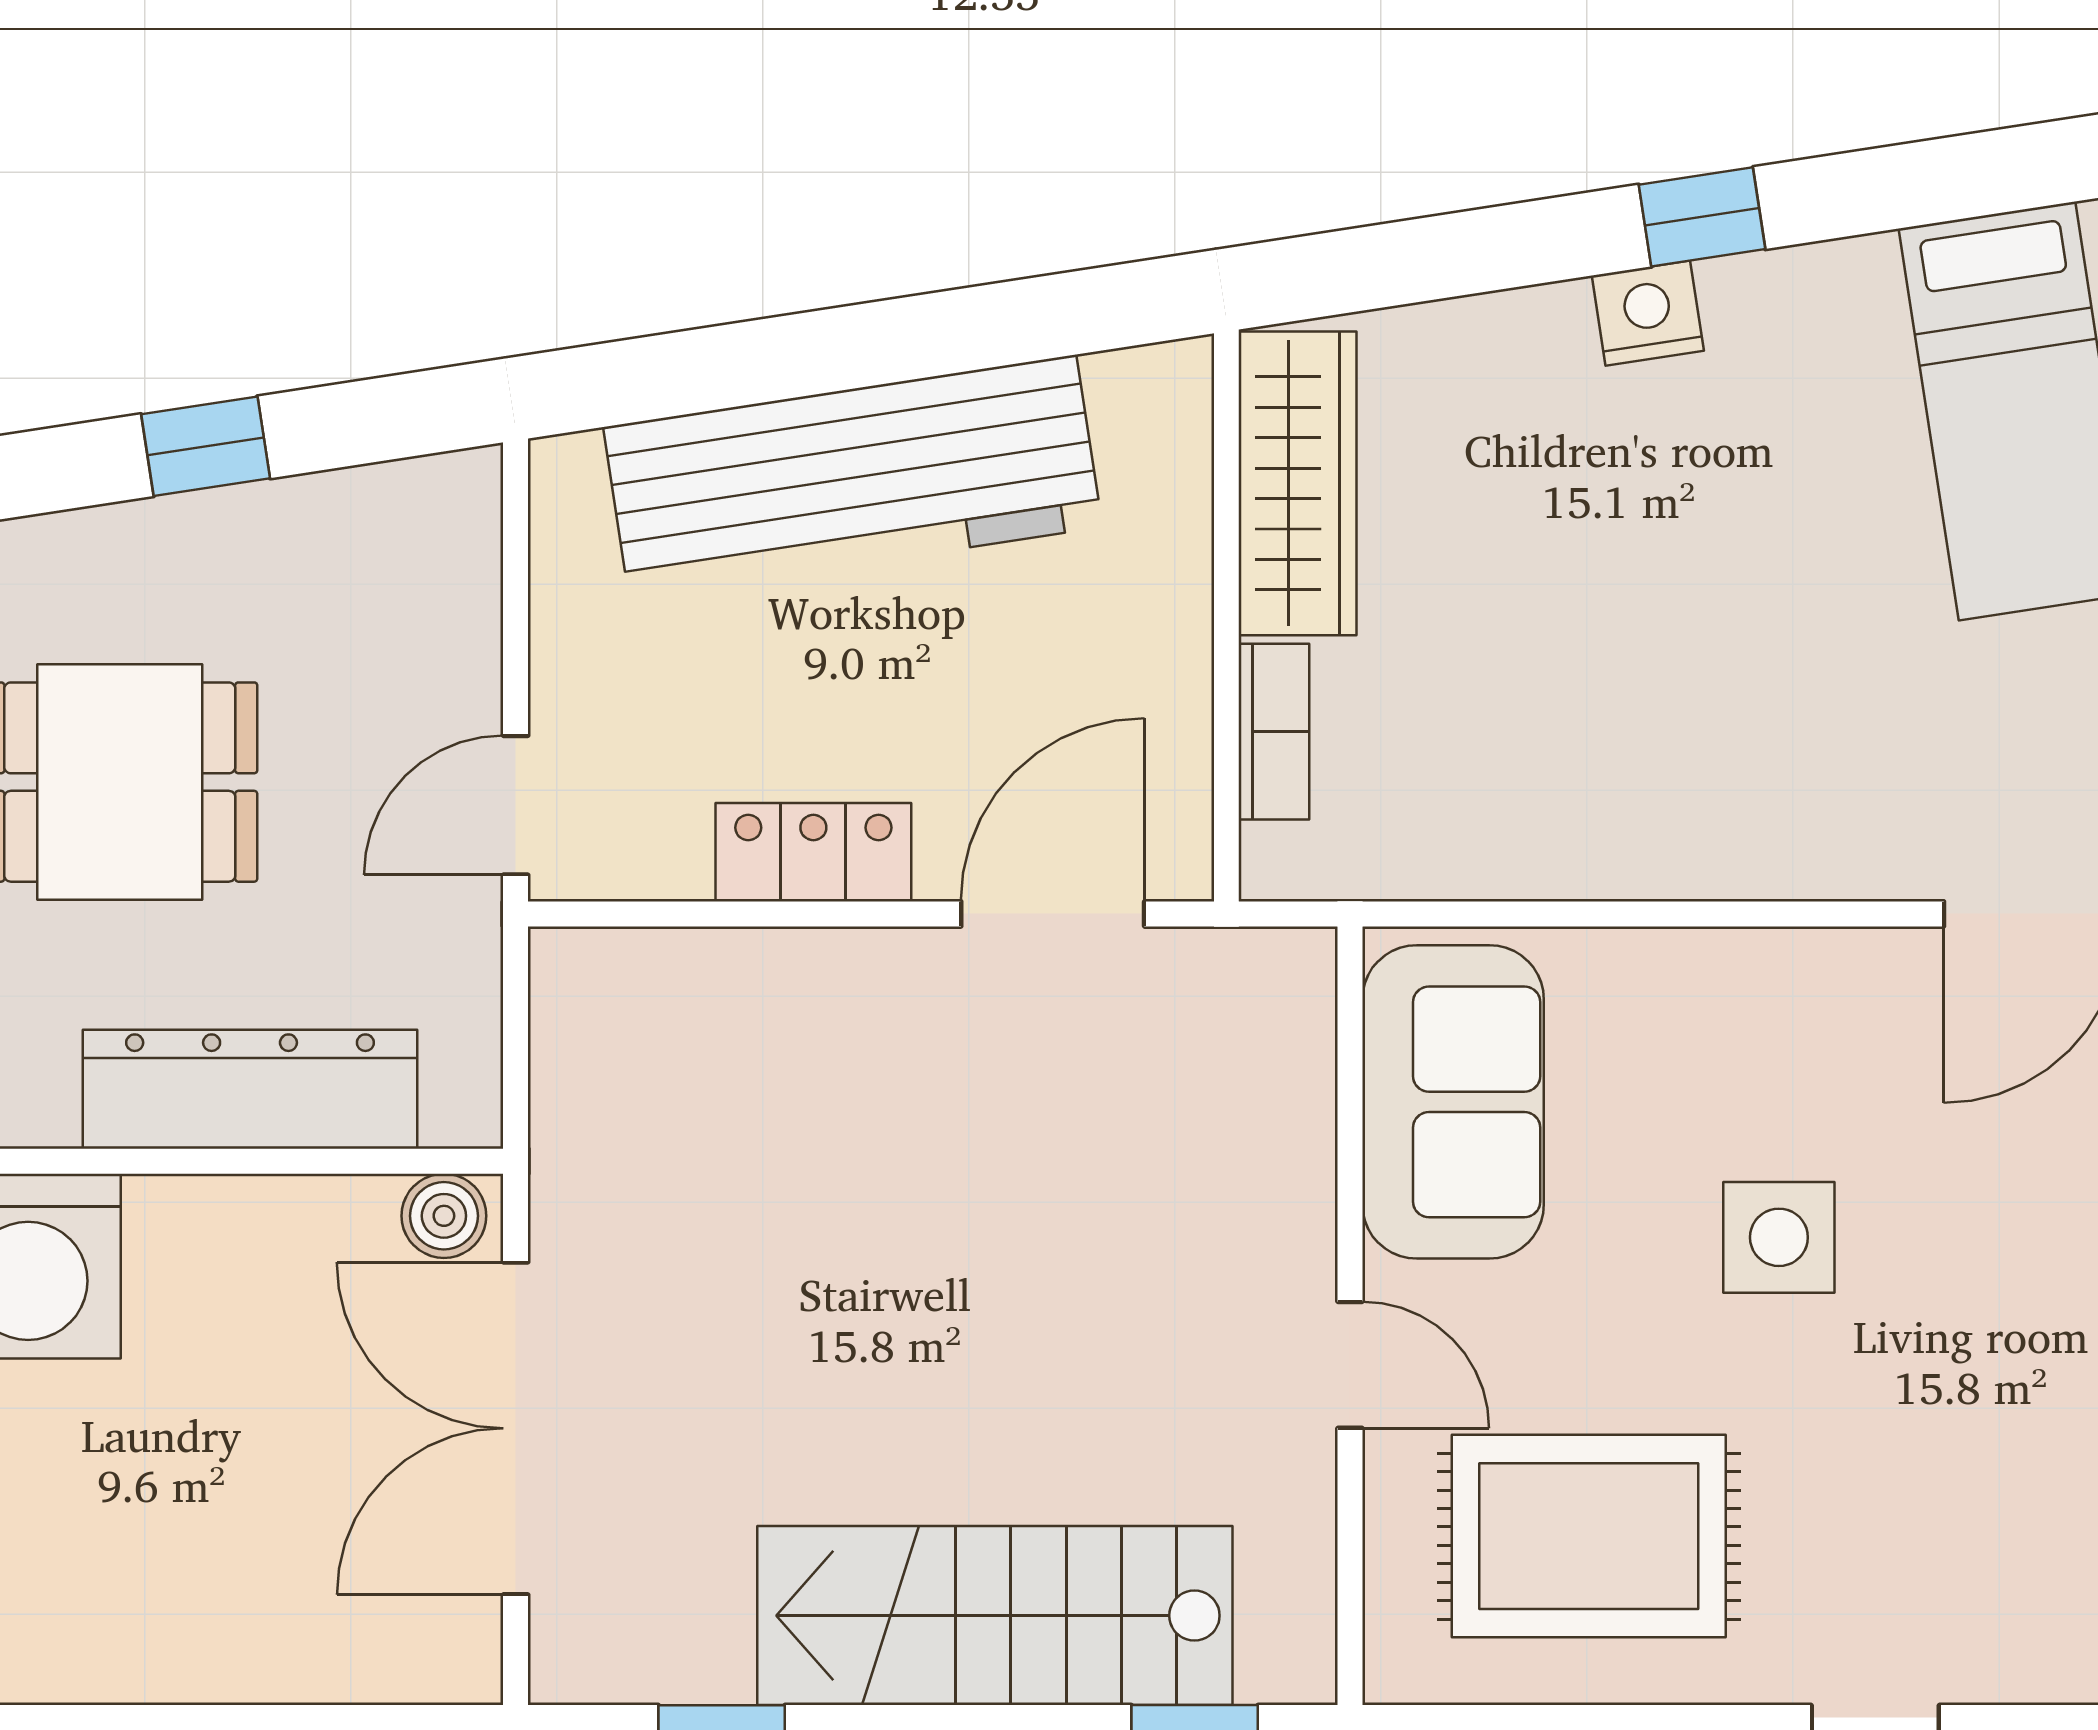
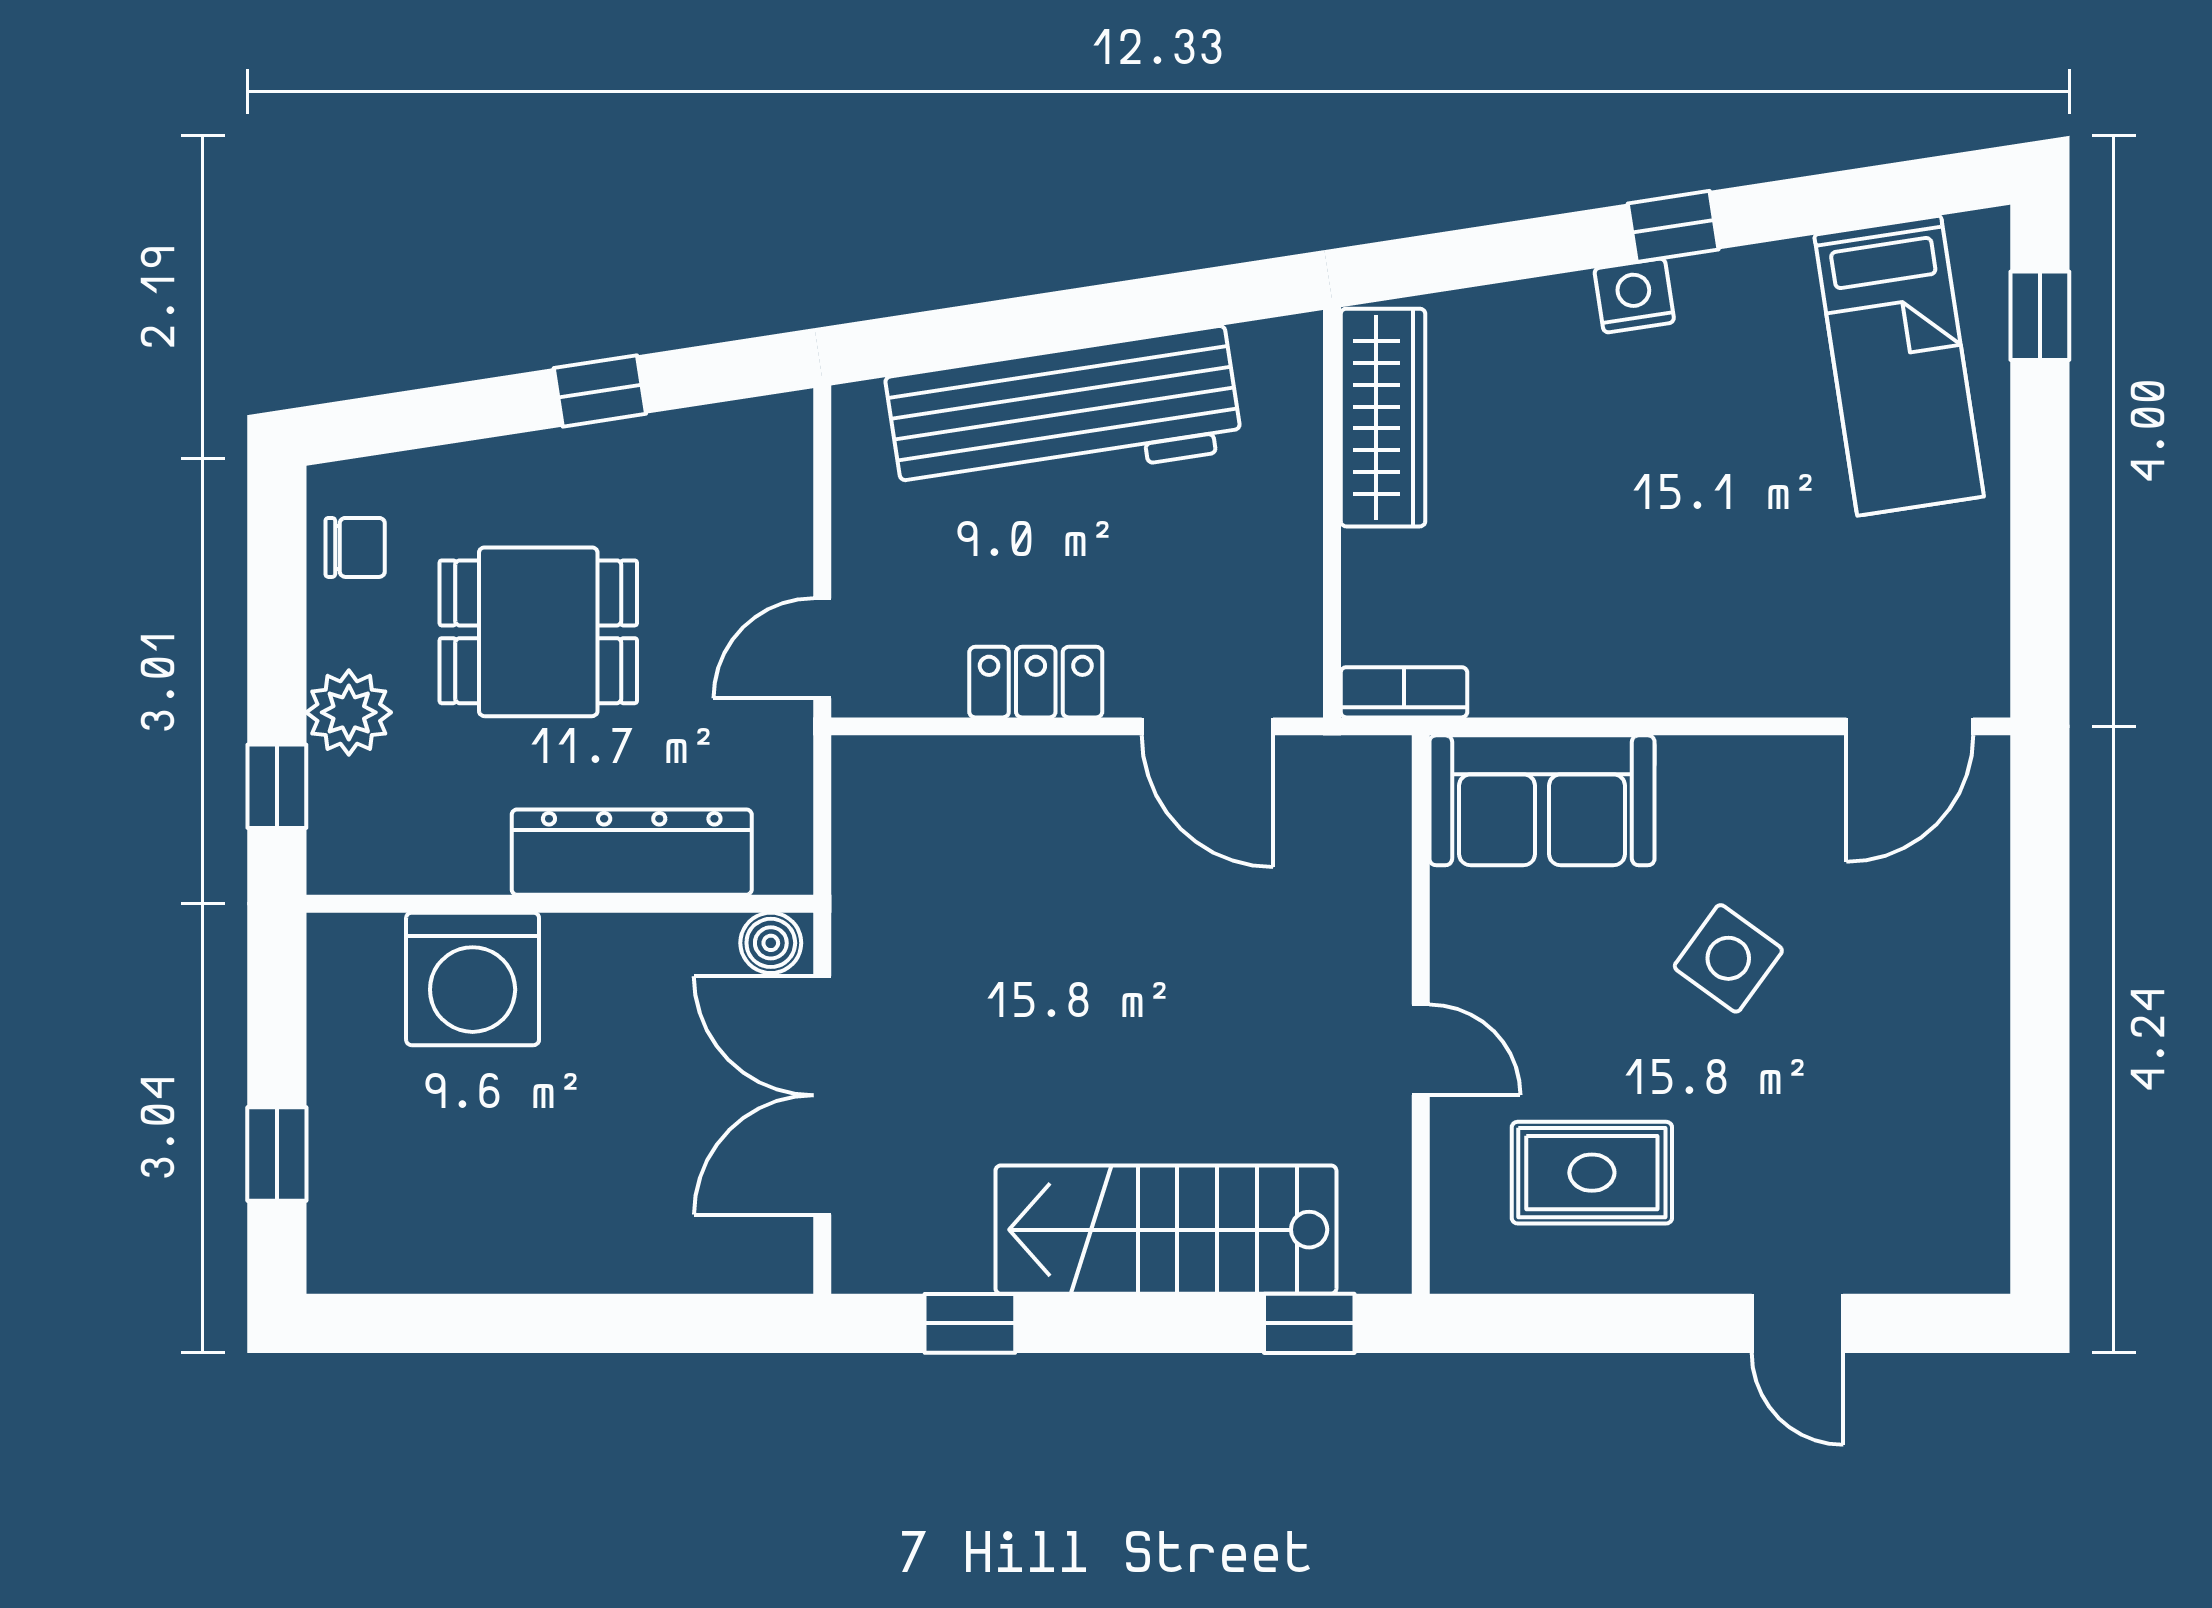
bookcase: (1274, 732) -> (1404, 692), moved, turned -90
door: (1053, 914) -> (1207, 726), swing flipped
sofa: (1453, 1102) -> (1542, 800), moved, turned 90
side table: (1779, 1237) -> (1728, 958), turned 36
rug: (1589, 1536) -> (1592, 1173), width x0.73, depth x0.70

